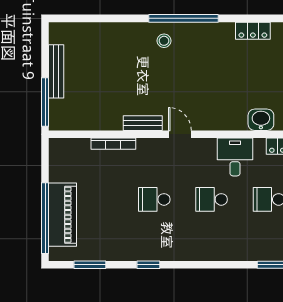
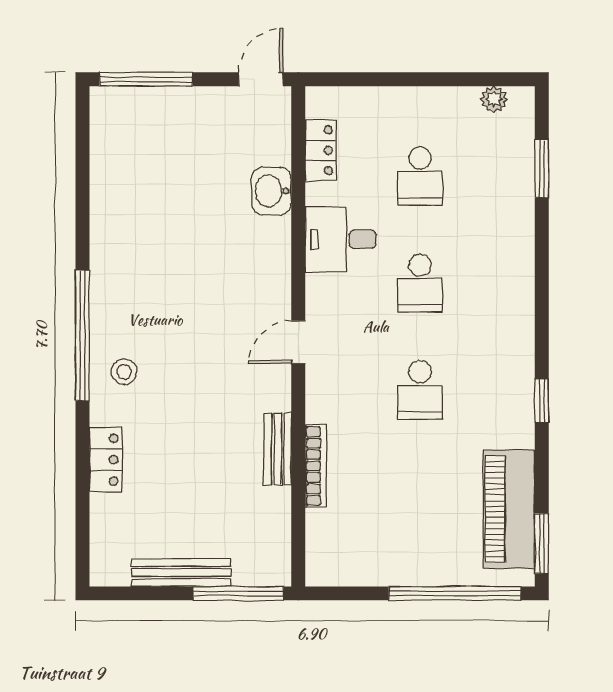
locker: (253, 31) -> (106, 460), moved
bench: (143, 123) -> (278, 449), moved
piano: (63, 215) -> (509, 509), moved, turned -90
window: (90, 265) -> (542, 543), moved

